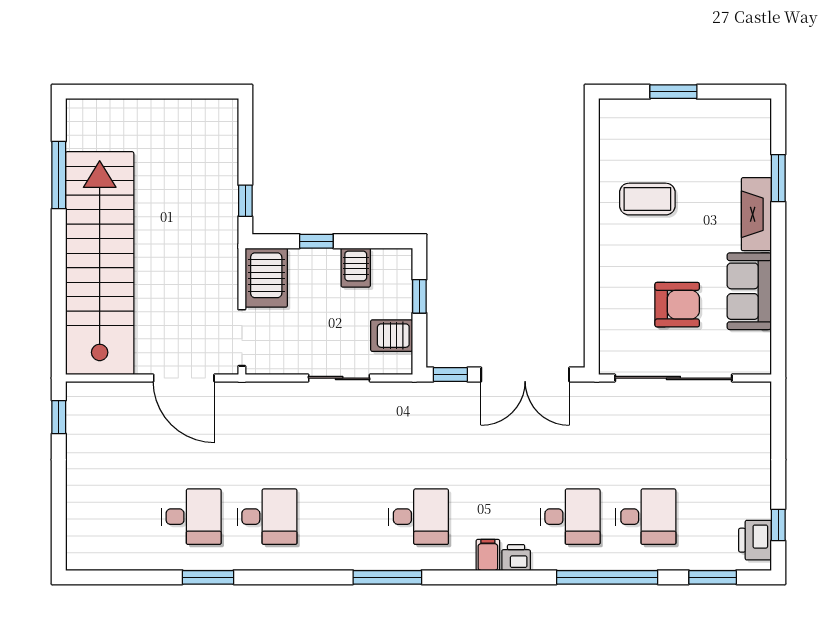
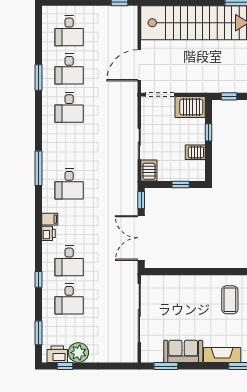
armchair: (677, 305) -> (176, 315), removed
window: (778, 325) -> (166, 366), added
server rack: (392, 336) -> (149, 170), moved
plant: (752, 498) -> (78, 353), added
desk: (115, 517) -> (69, 31), added
window: (607, 577) -> (38, 279), width x0.32

